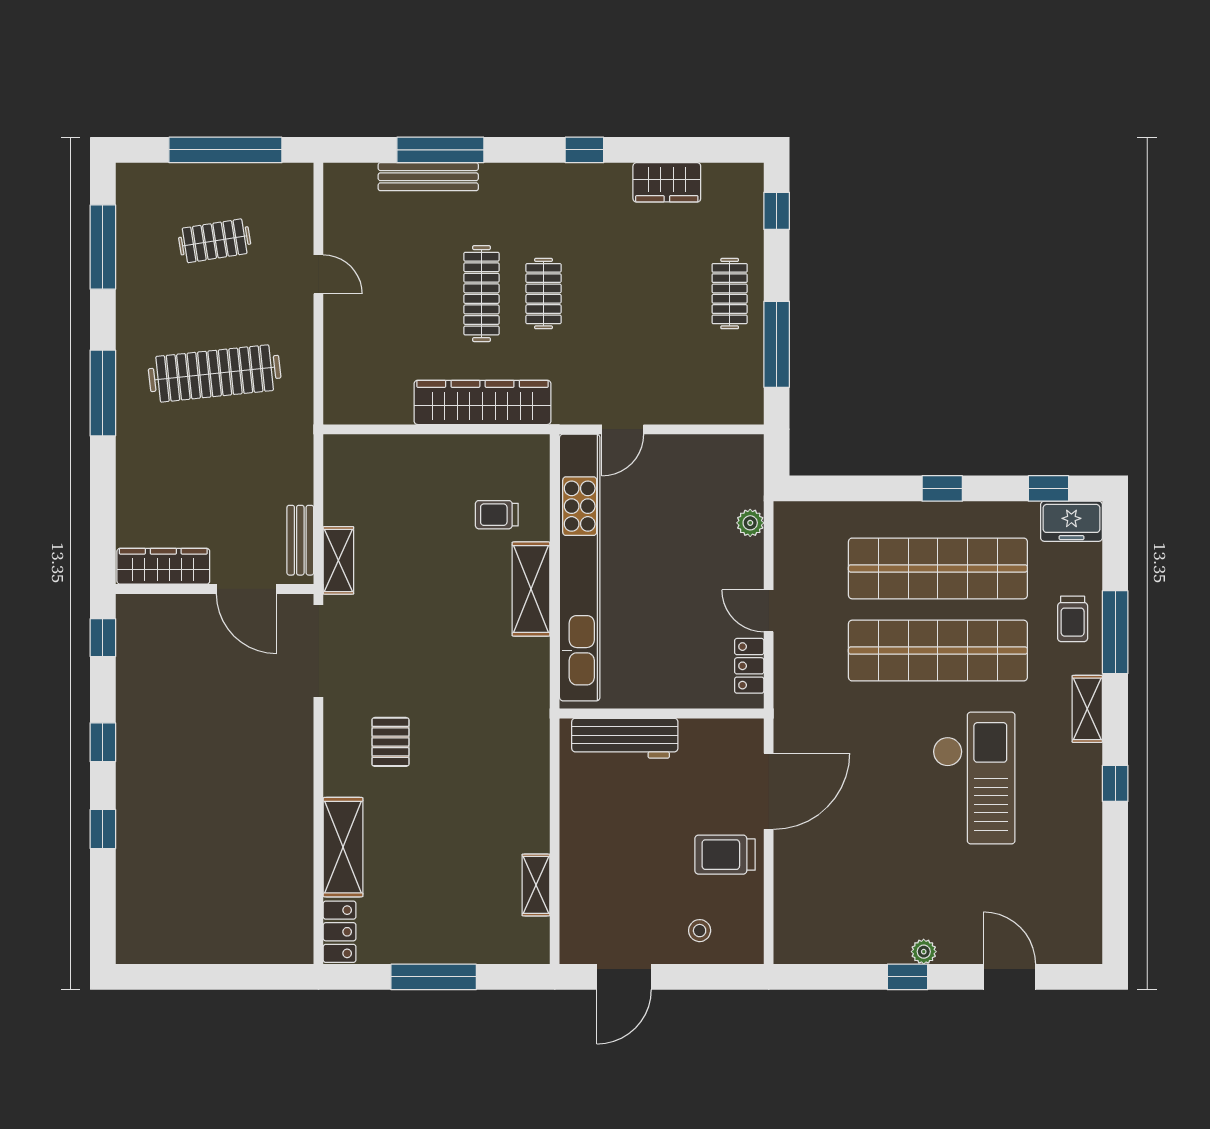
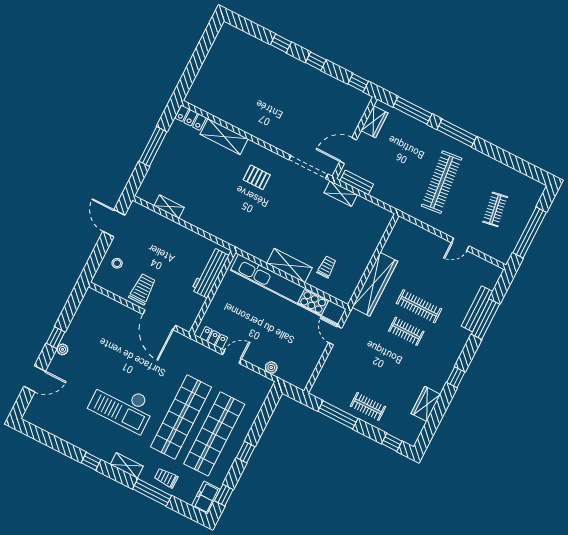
window: (103, 247) -> (412, 110), moved
wardrobe: (163, 566) -> (374, 122), width x0.67

